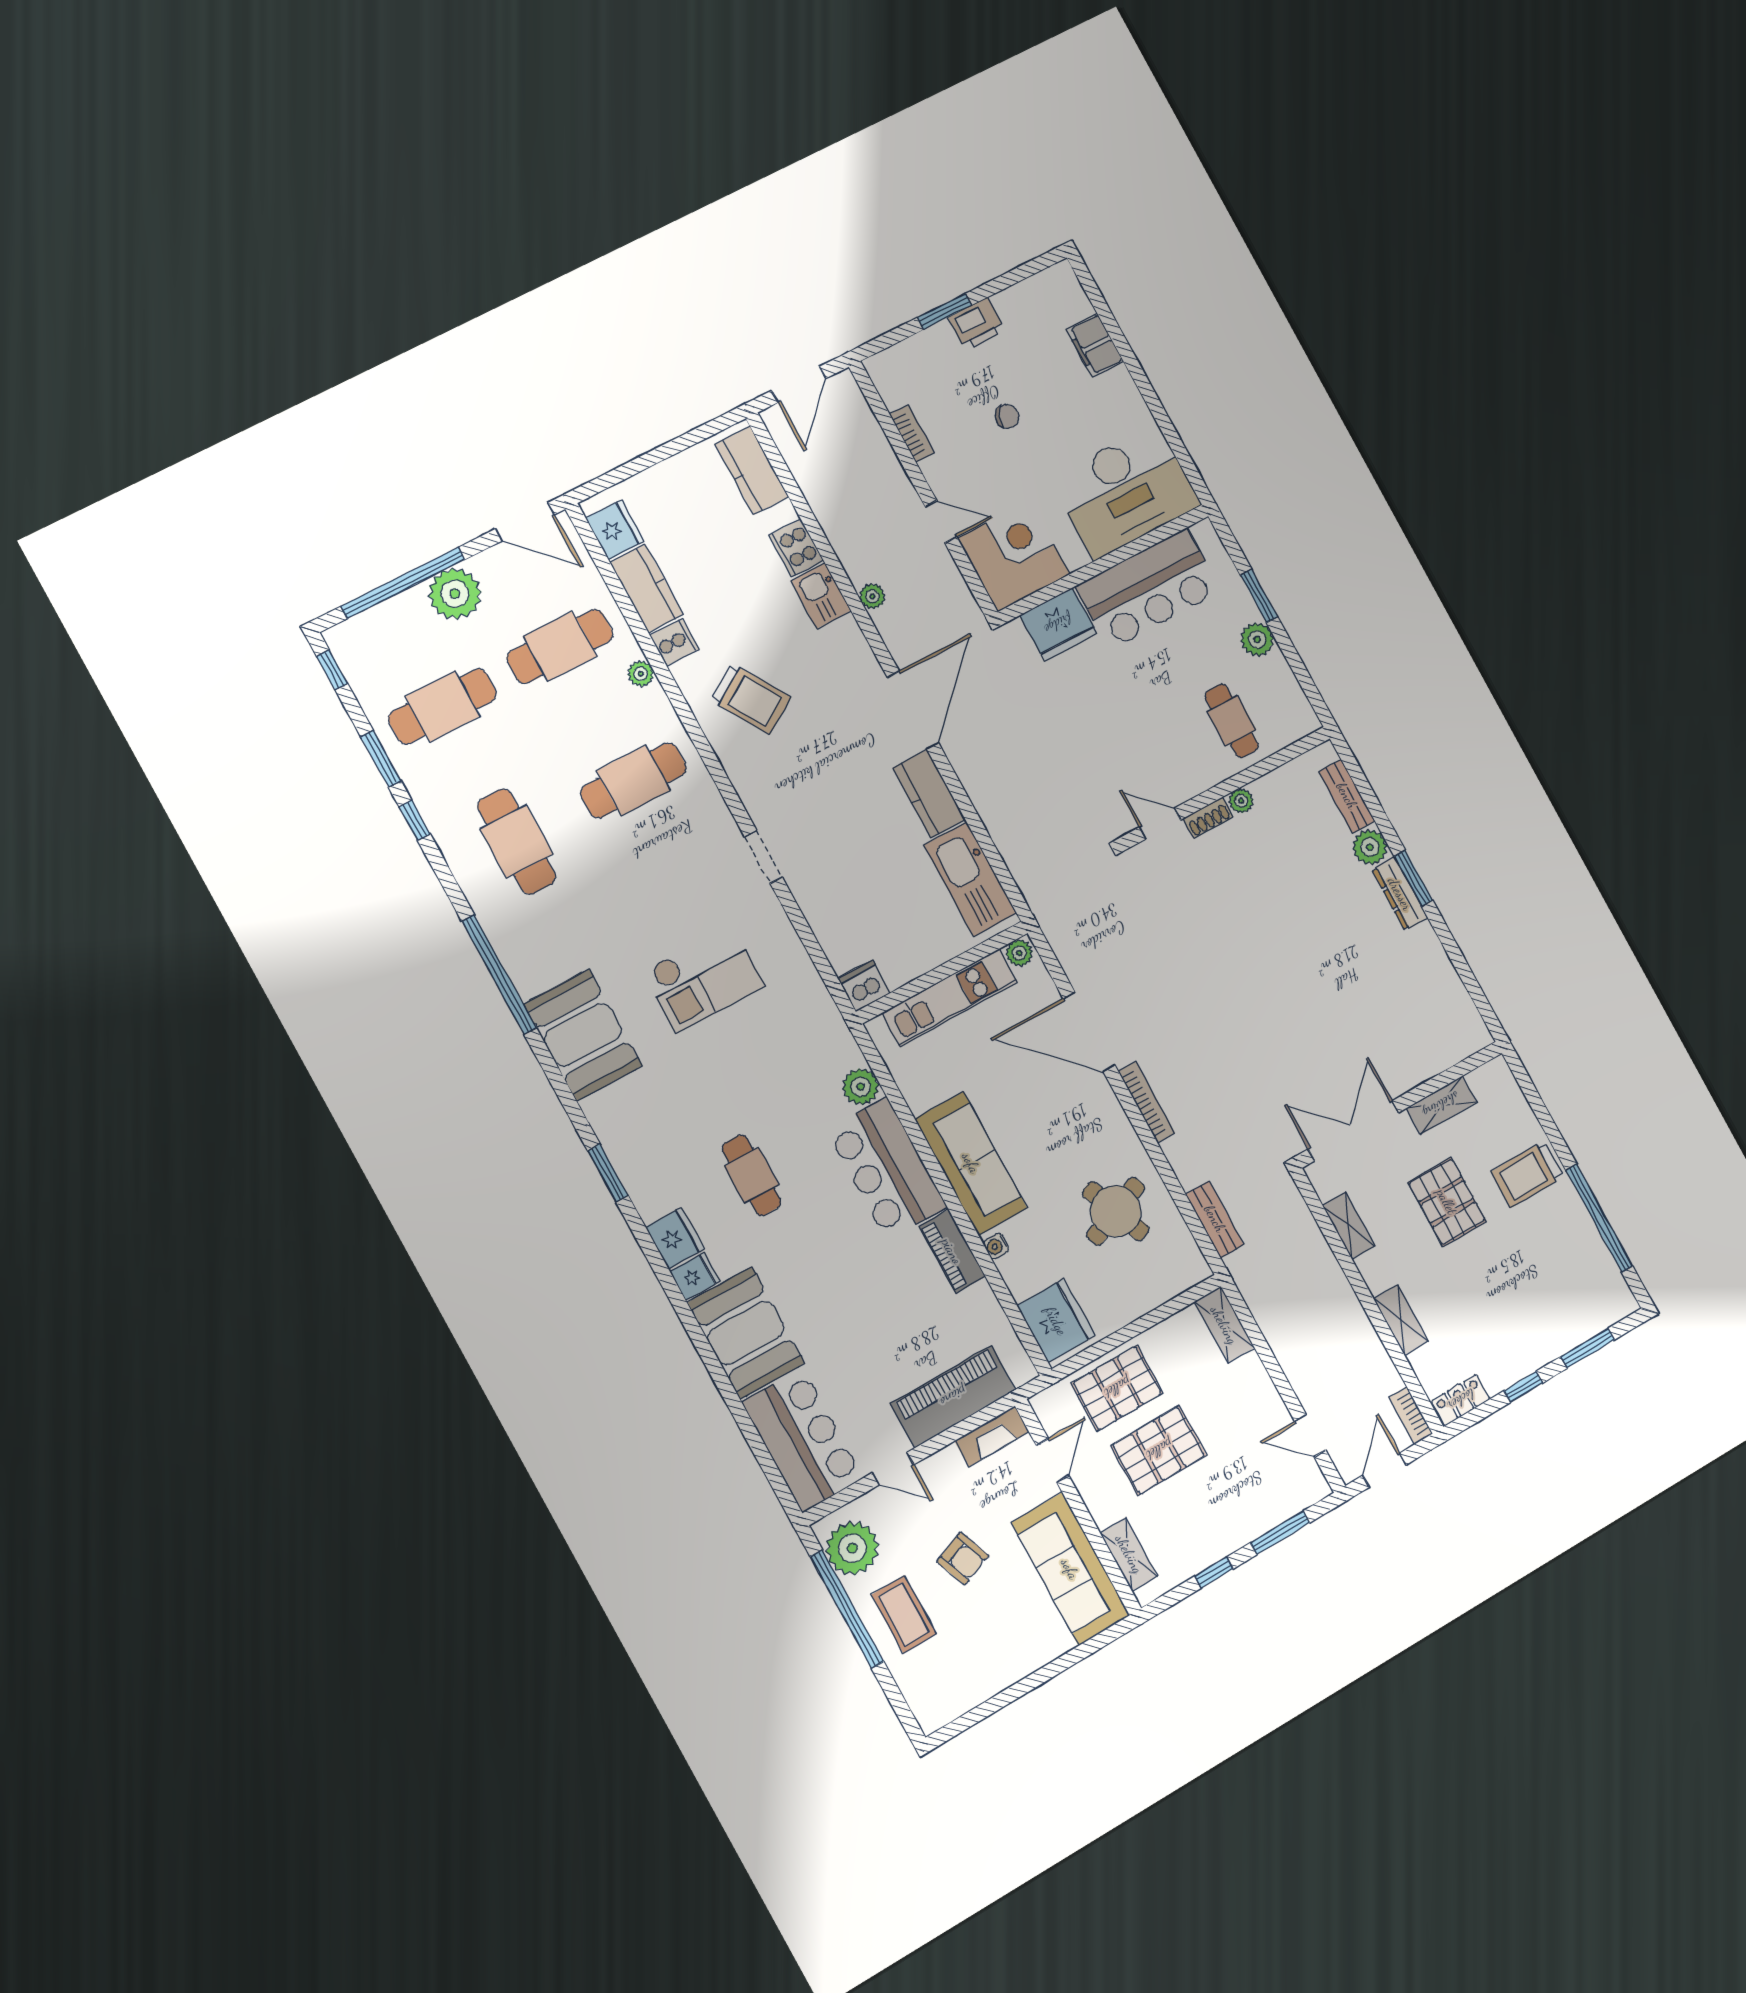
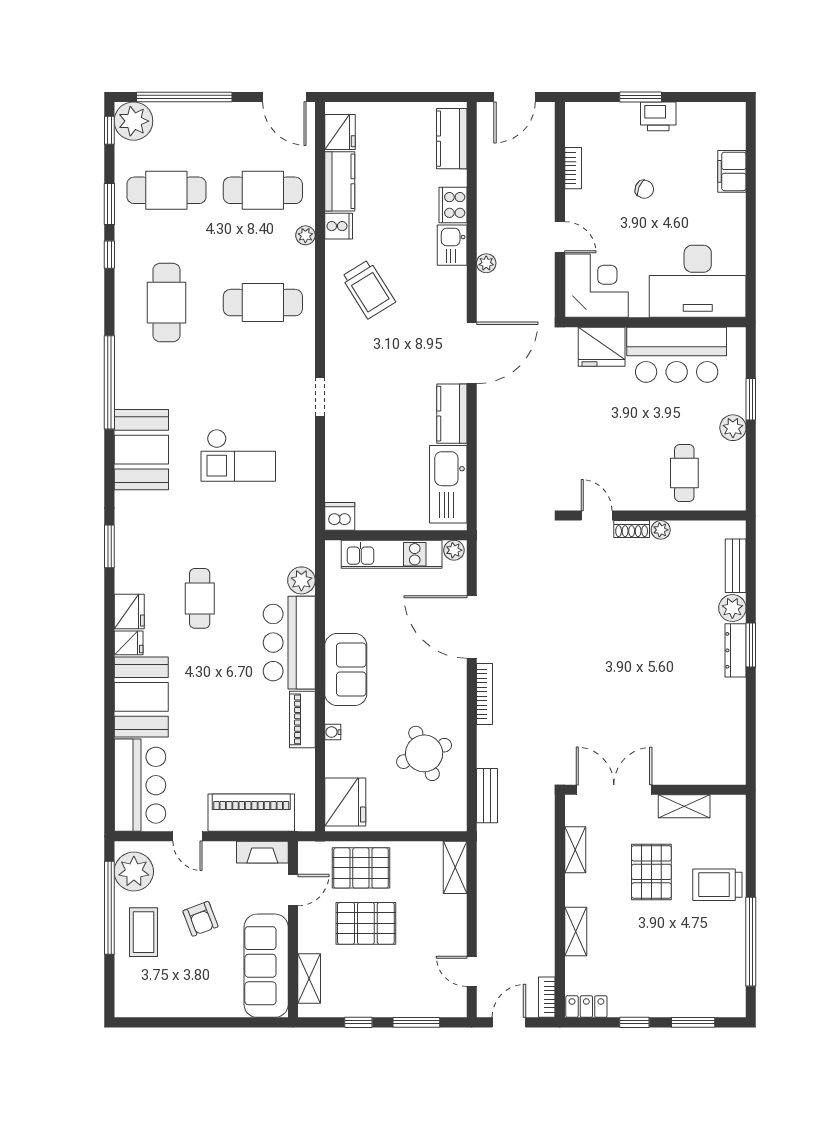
plant: (455, 594) -> (134, 121), moved
sofa: (971, 1163) -> (346, 670), width x0.73

